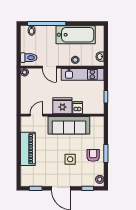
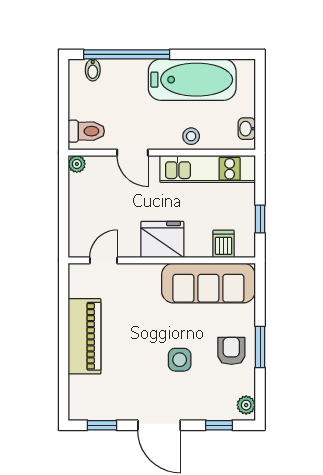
dishwasher: (78, 108) -> (224, 244), moved
sofa: (69, 125) -> (208, 283), moved

